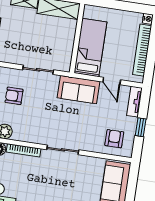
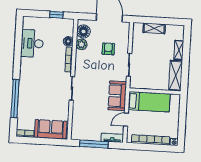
window: (141, 127) -> (94, 144), width x2.17
armchair: (114, 139) -> (84, 125), removed

